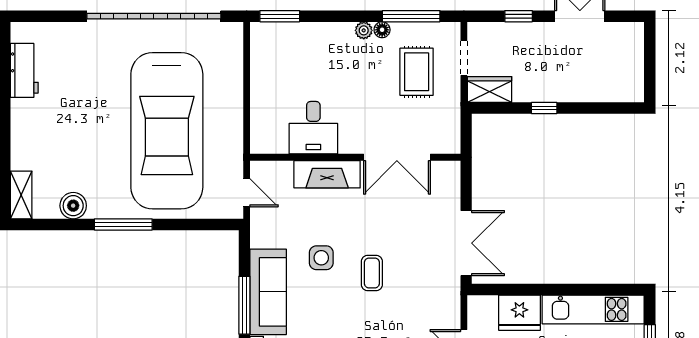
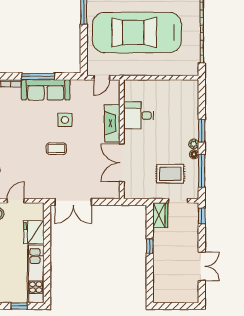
window: (280, 16) -> (202, 131), moved
window: (519, 16) -> (202, 216), moved

